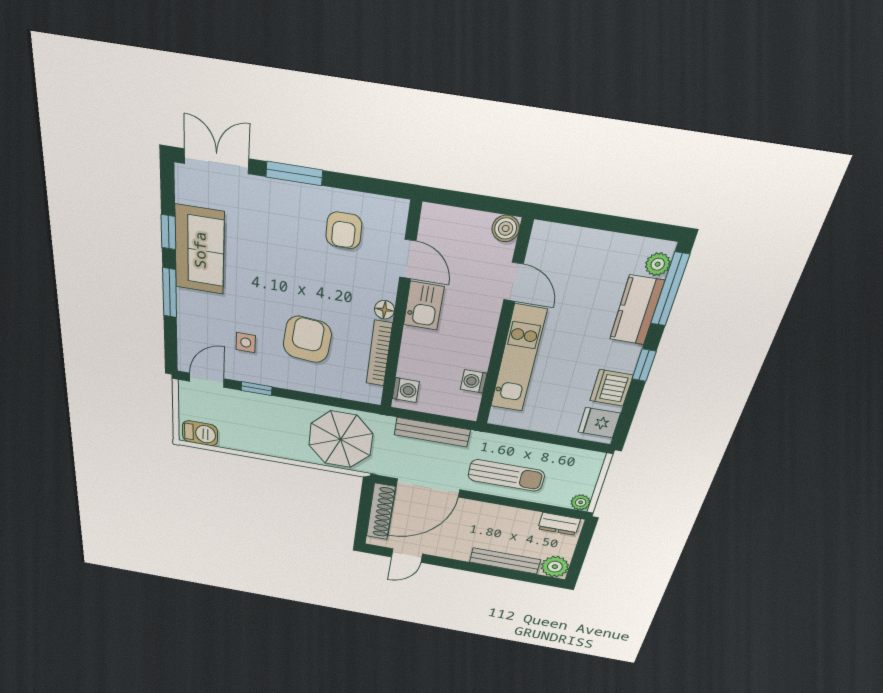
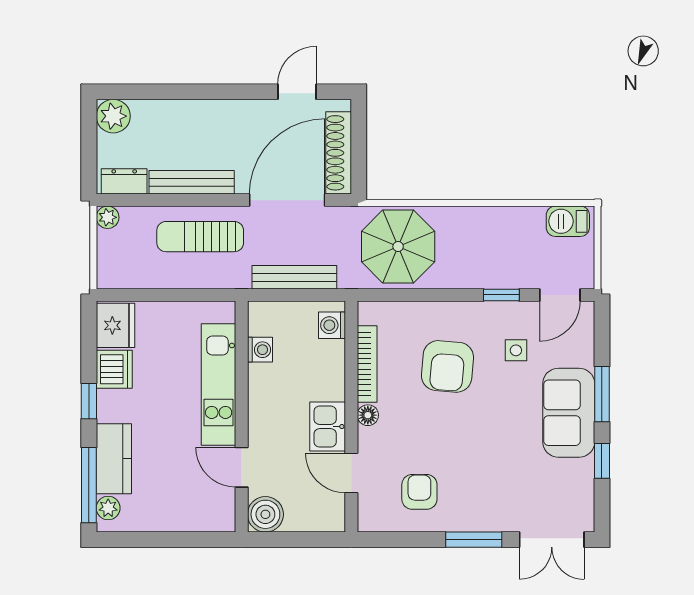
boiler: (506, 228) -> (265, 514), width x1.36, depth x1.36
sofa: (200, 250) -> (569, 413), moved
fridge: (599, 423) -> (115, 325), width x1.38
bench: (505, 561) -> (192, 182), moved

